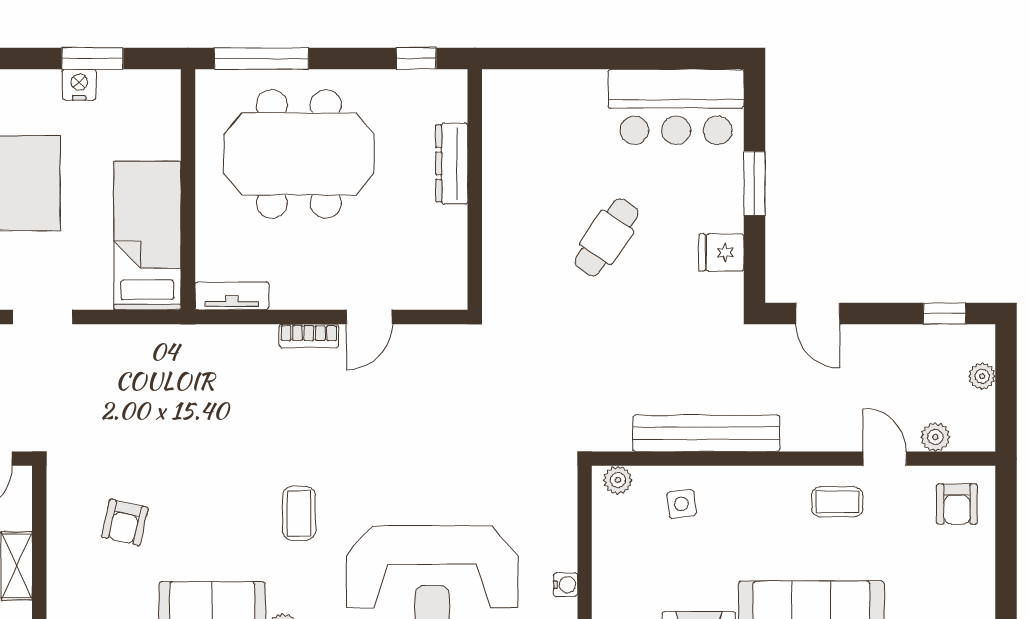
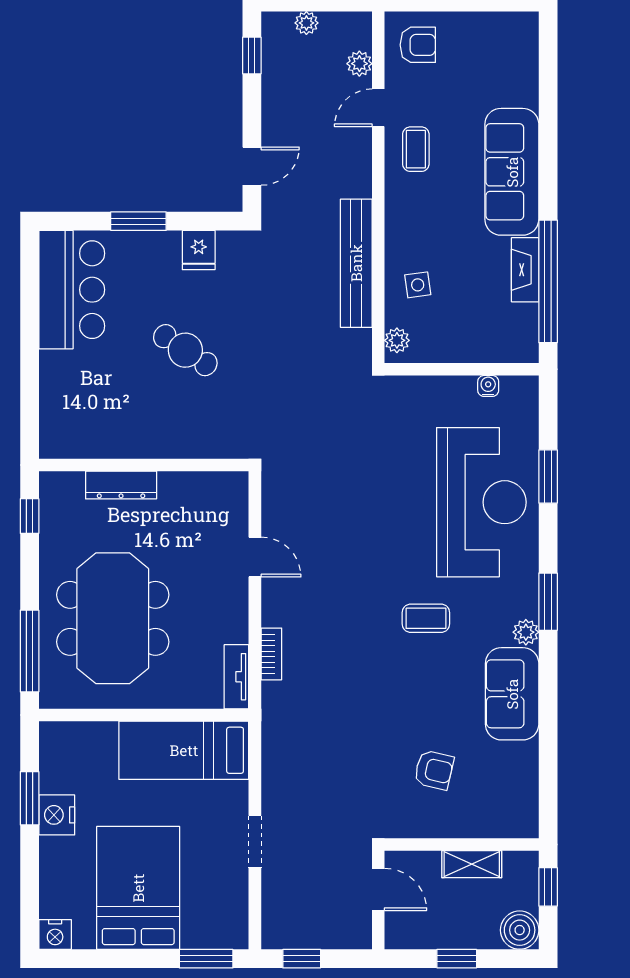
nightstand: (79, 85) -> (57, 815), width x1.36, depth x1.33
bookcase: (309, 336) -> (271, 654), moved

